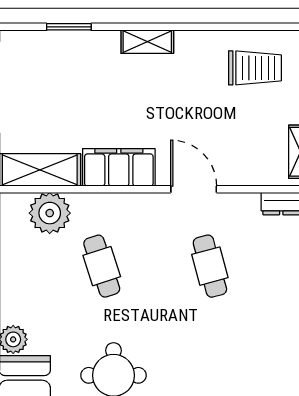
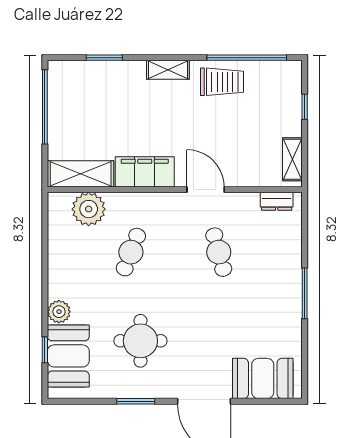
window: (244, 27) -> (247, 58), added
trolley: (255, 68) -> (222, 82), moved
cafe table: (102, 266) -> (131, 252), turned 39

